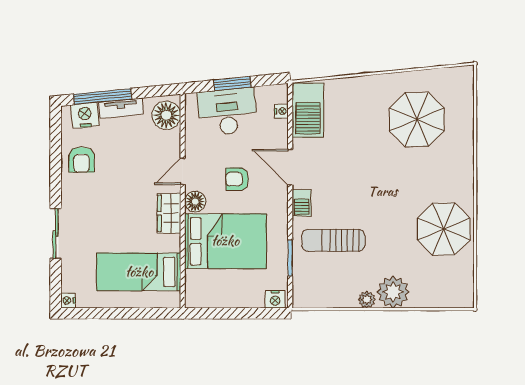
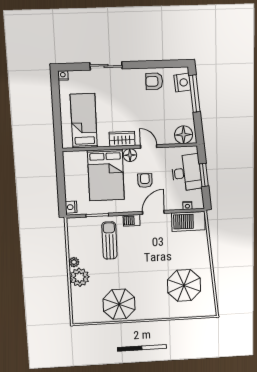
tv unit: (121, 108) -> (187, 106), removed

